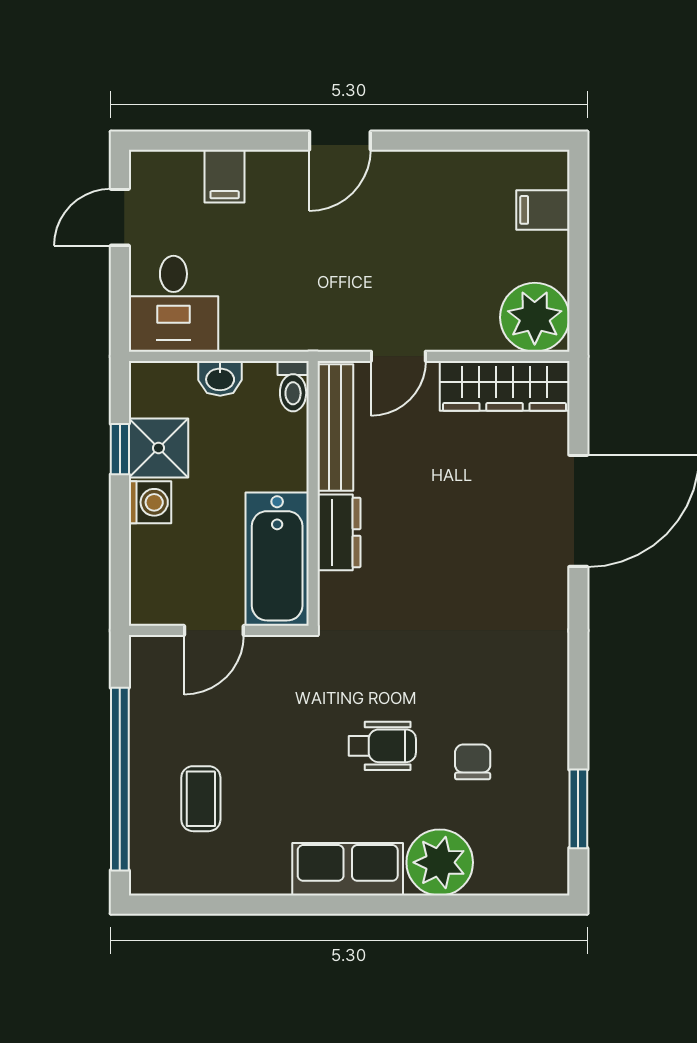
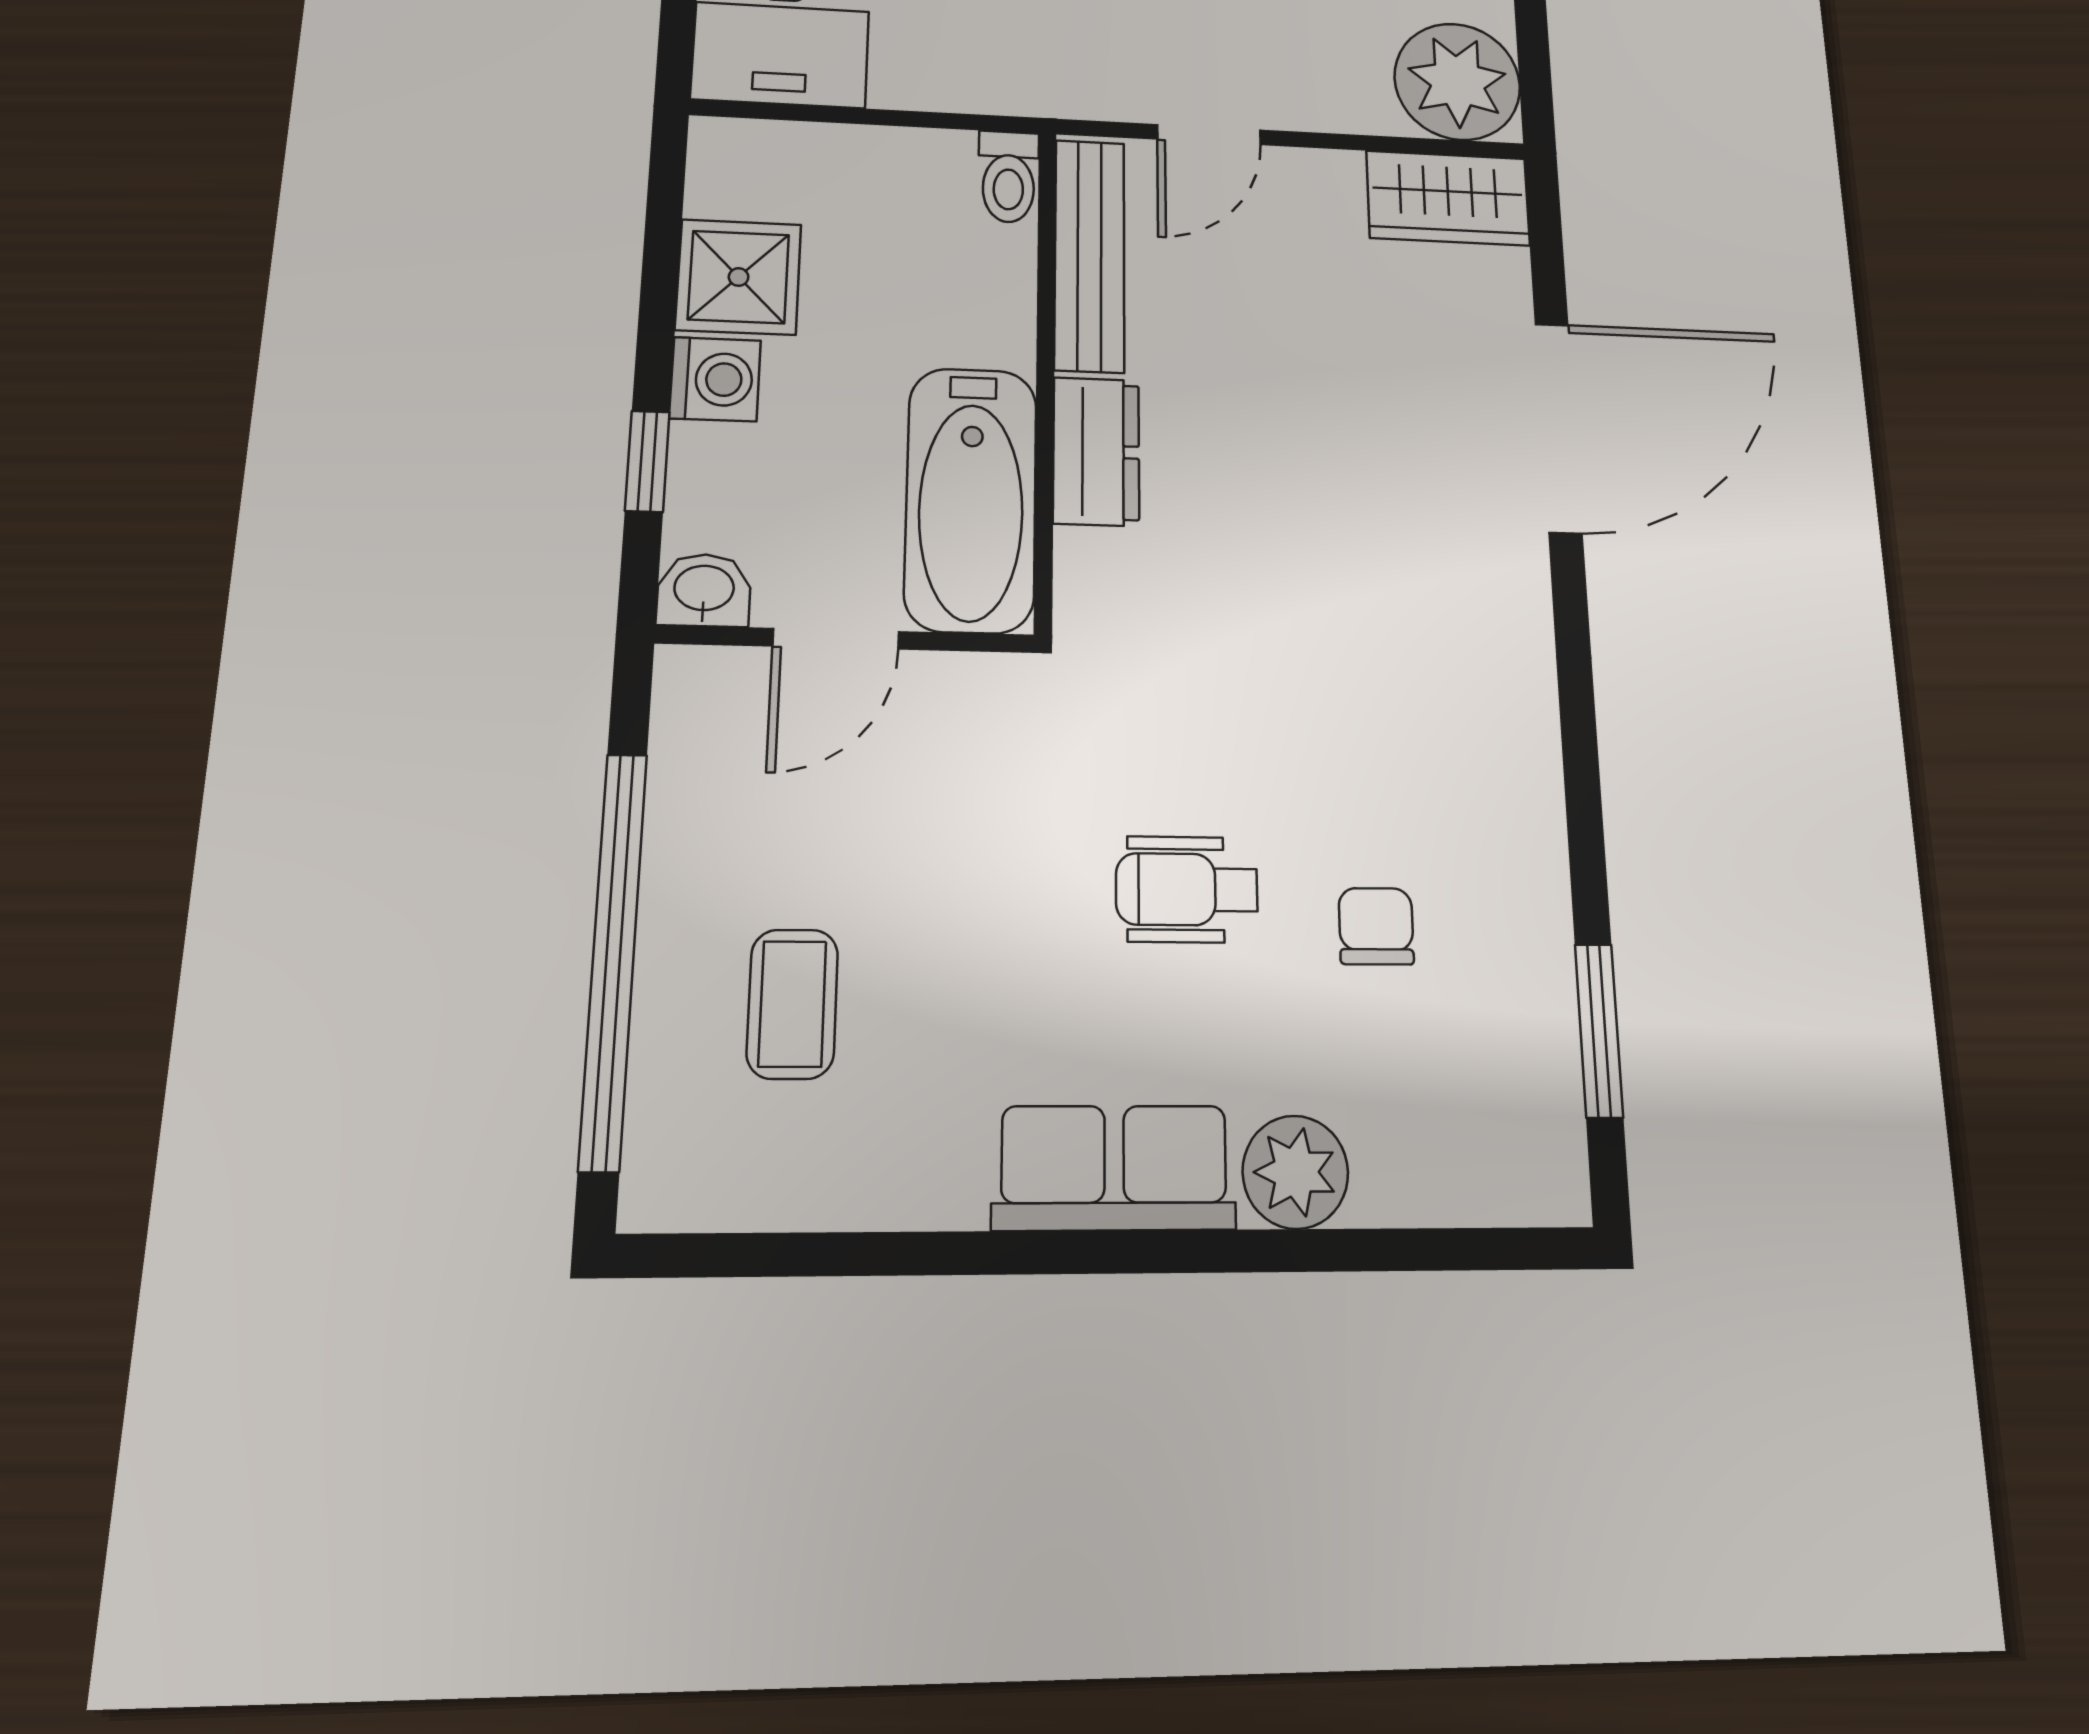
washbasin: (220, 378) -> (704, 590), moved, turned 180
wardrobe: (505, 386) -> (1448, 198), width x0.67
window: (120, 449) -> (647, 461), moved
wheelchair: (382, 746) -> (1187, 889), turned 180
plant: (440, 862) -> (1295, 1172), width x0.73, depth x0.73

